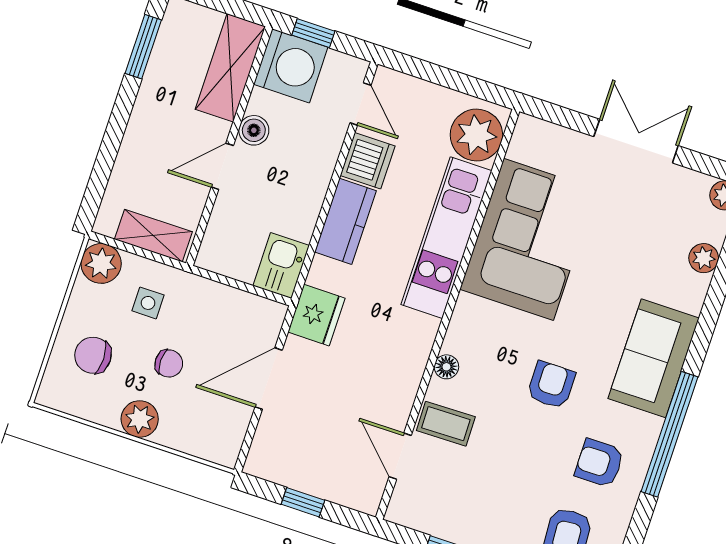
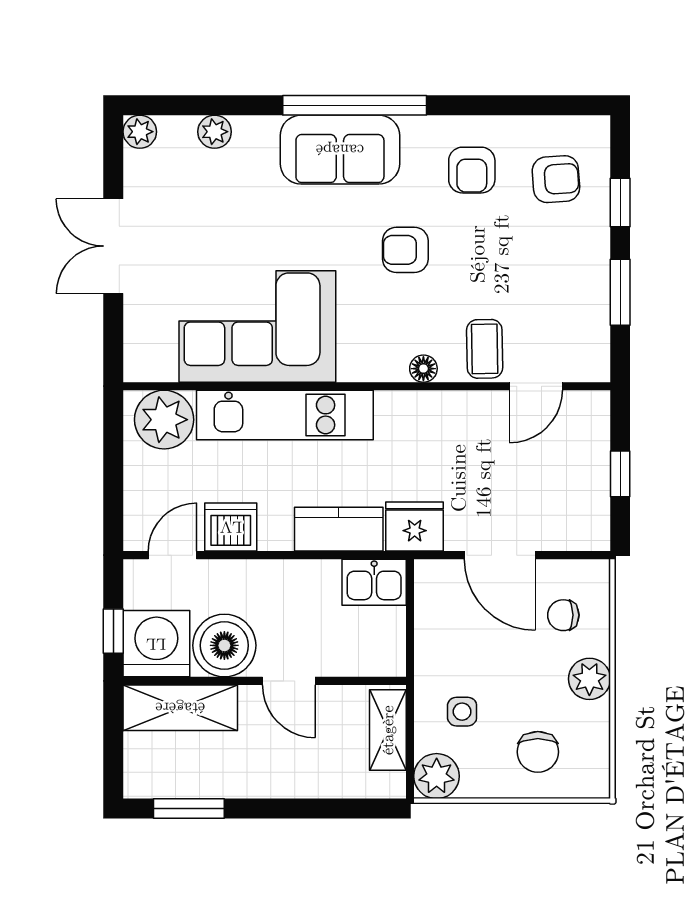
boiler: (254, 130) -> (224, 645), width x1.86, depth x1.86
kitchen counter: (345, 221) -> (339, 529), moved
chair: (169, 363) -> (563, 615), moved, turned -90
window: (669, 434) -> (355, 105), moved

